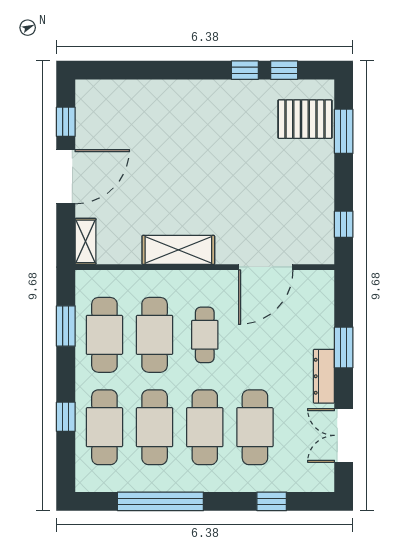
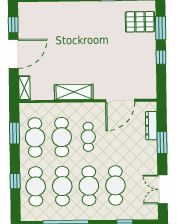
window: (344, 224) -> (161, 57), moved
dresser: (324, 376) -> (151, 126), moved

